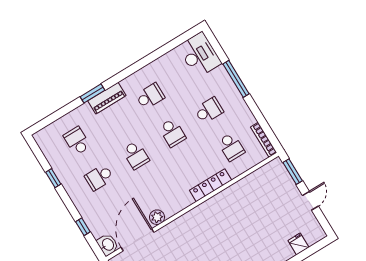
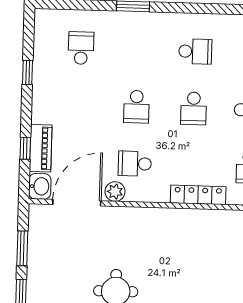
piano: (107, 98) -> (41, 148), moved, turned -90
school desk: (99, 177) -> (135, 164), moved

